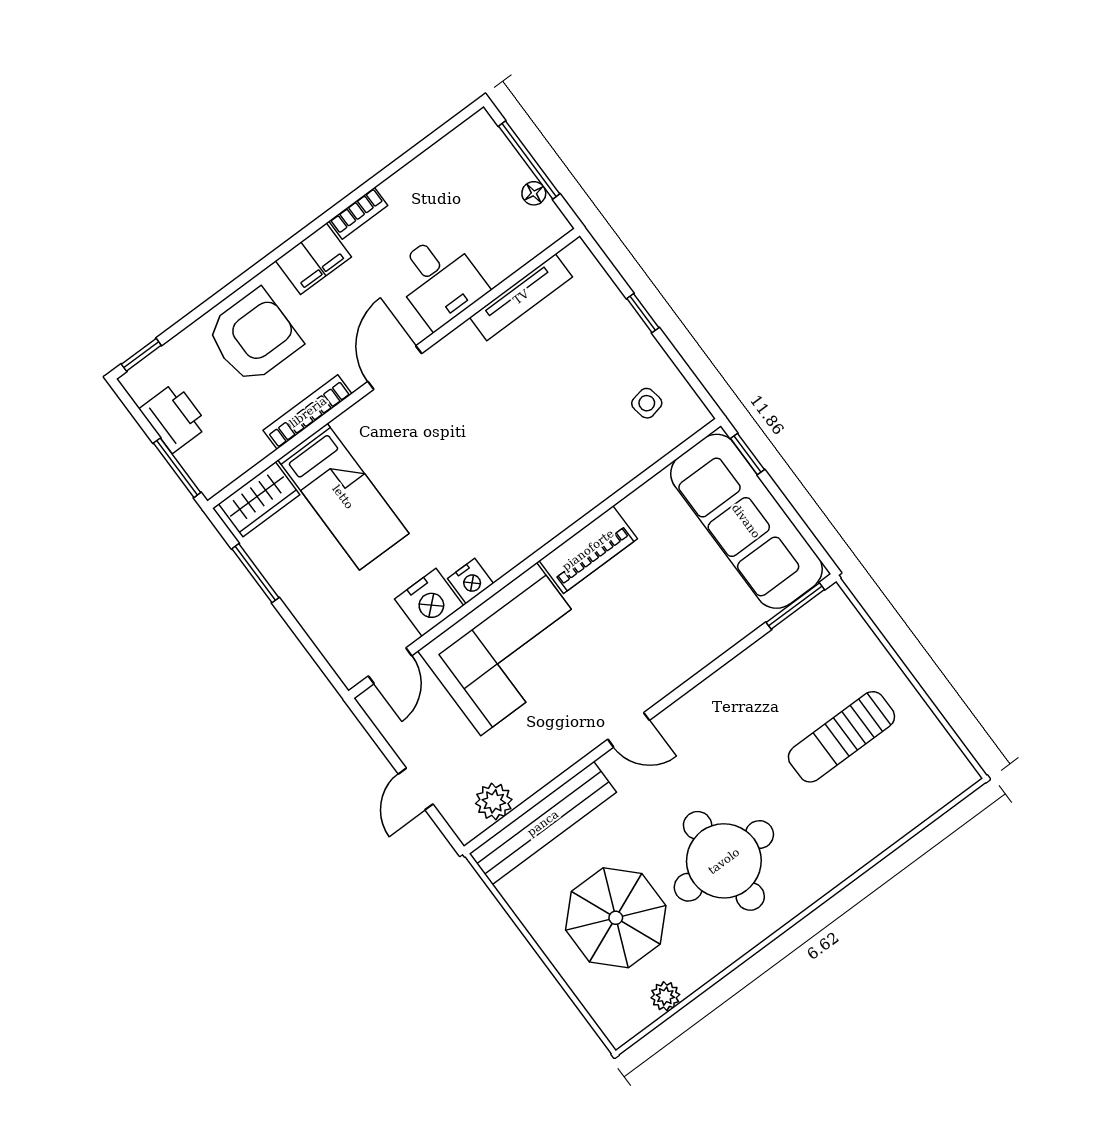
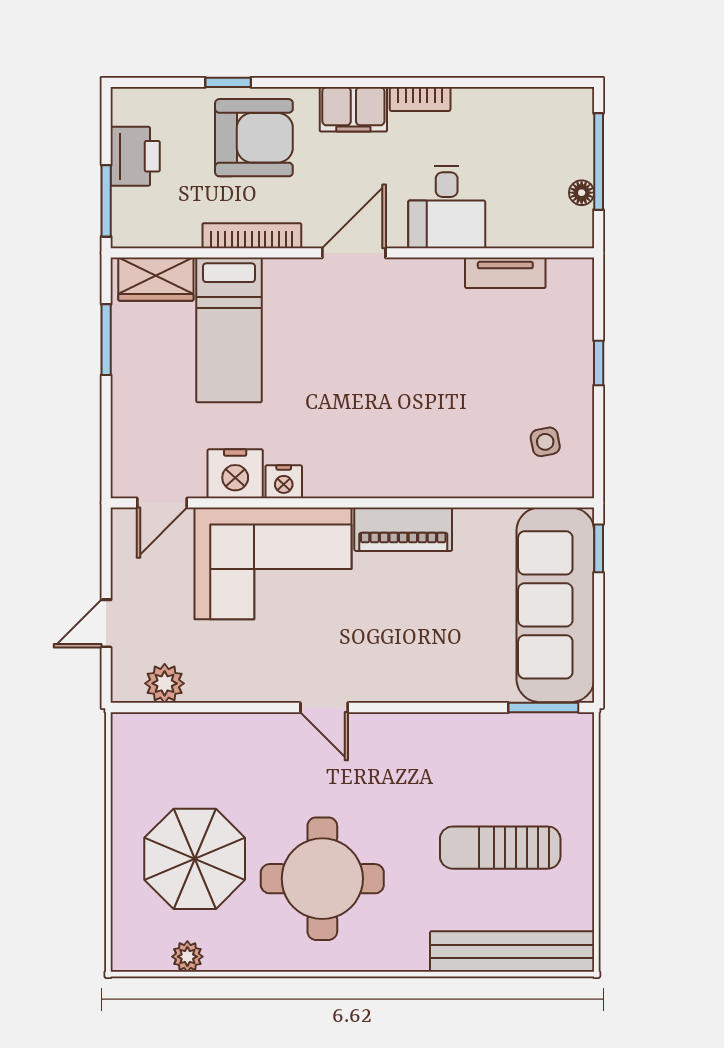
tv unit: (521, 297) -> (505, 273), width x0.71
window: (141, 355) -> (228, 82), moved
bench: (543, 823) -> (512, 952), moved

